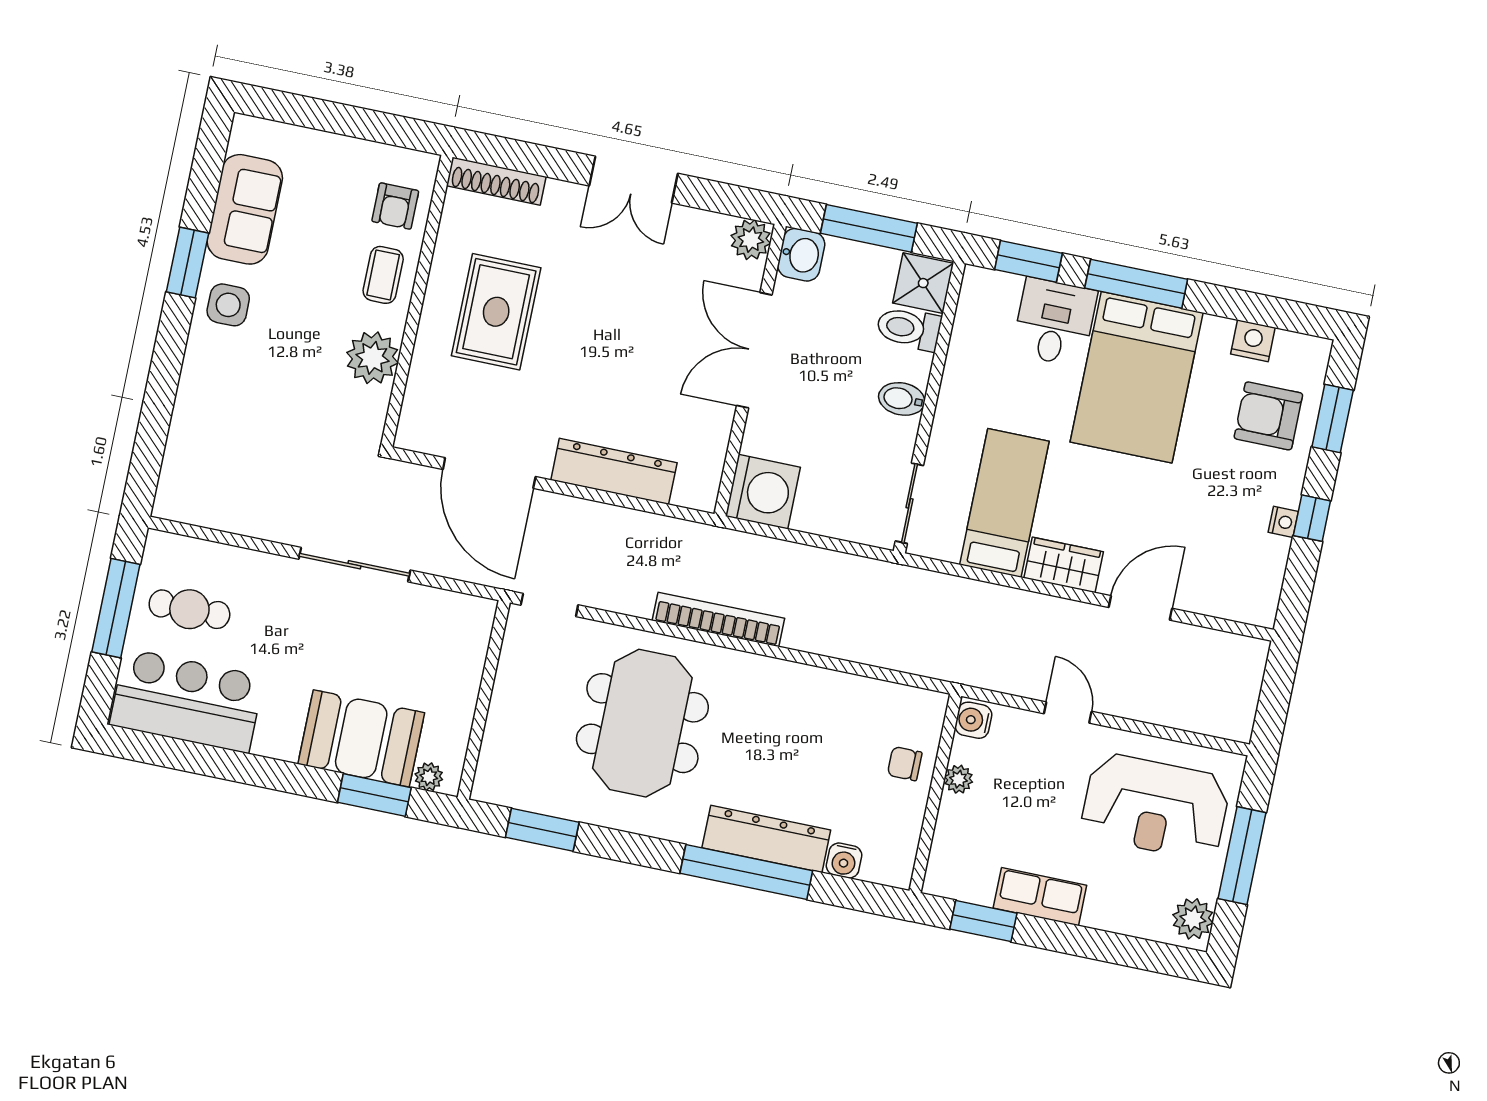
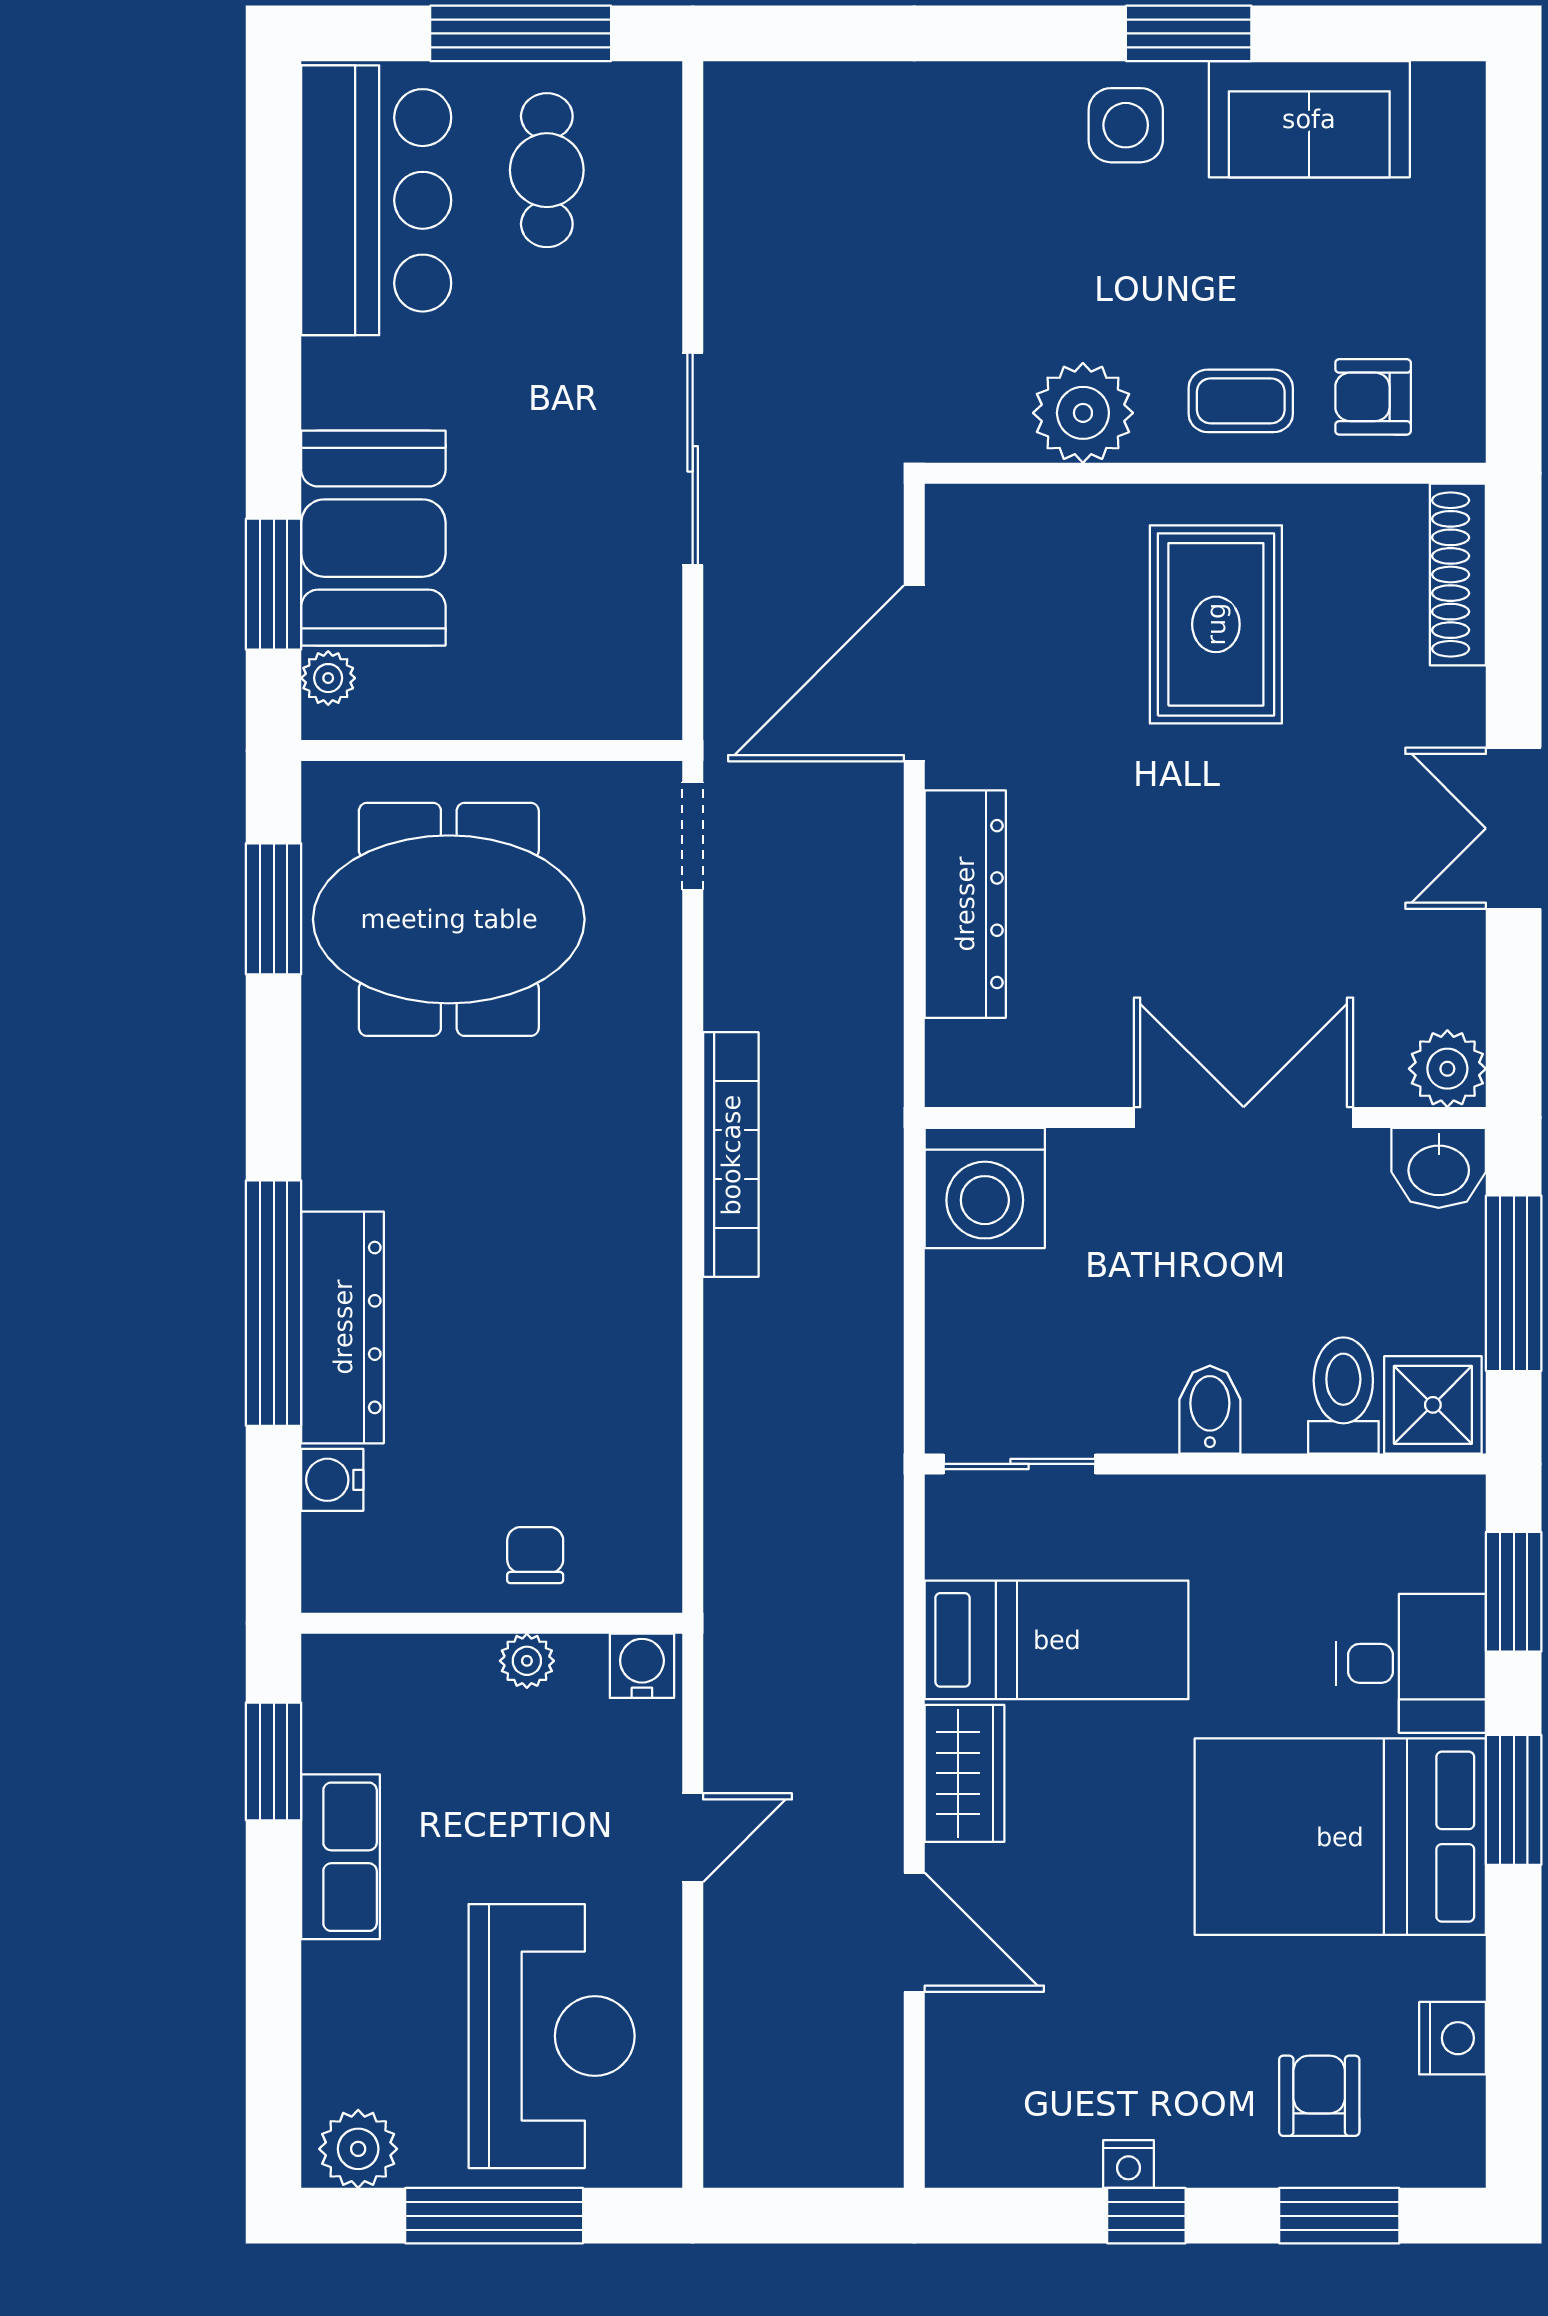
window: (1136, 284) -> (1514, 1800), width x0.69
rug: (496, 312) -> (1216, 624), turned 90
armchair: (1268, 416) -> (1319, 2096), width x0.72, depth x0.72
meeting table: (642, 723) -> (449, 919), moved
reception desk: (1155, 807) -> (552, 2036), turned 180

